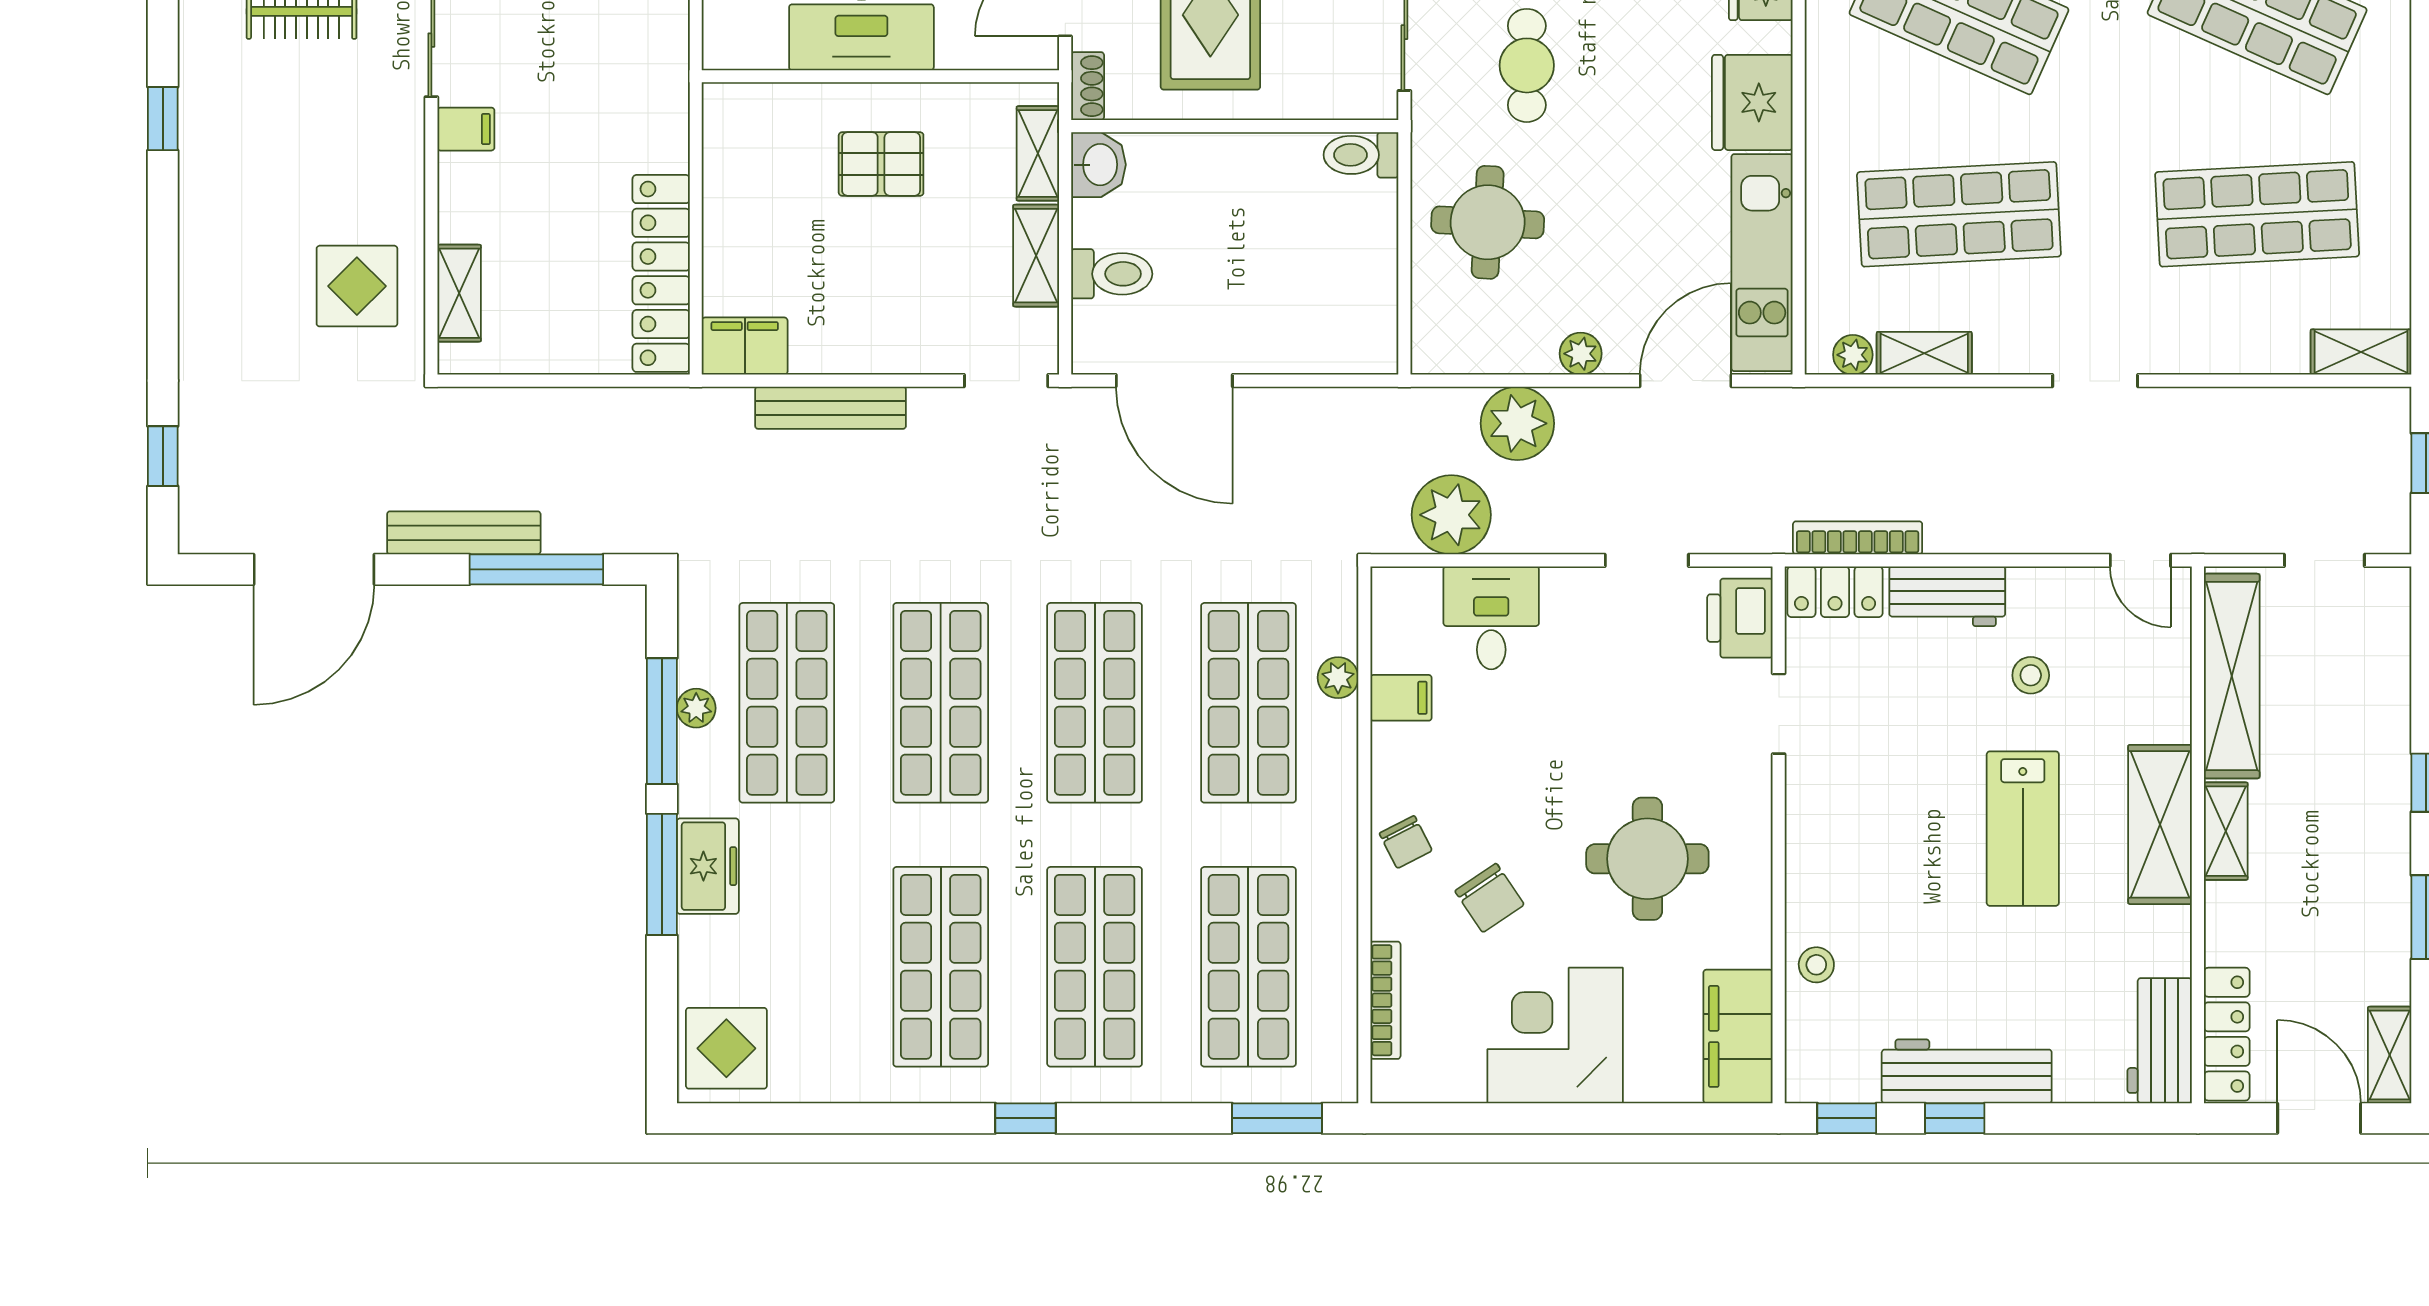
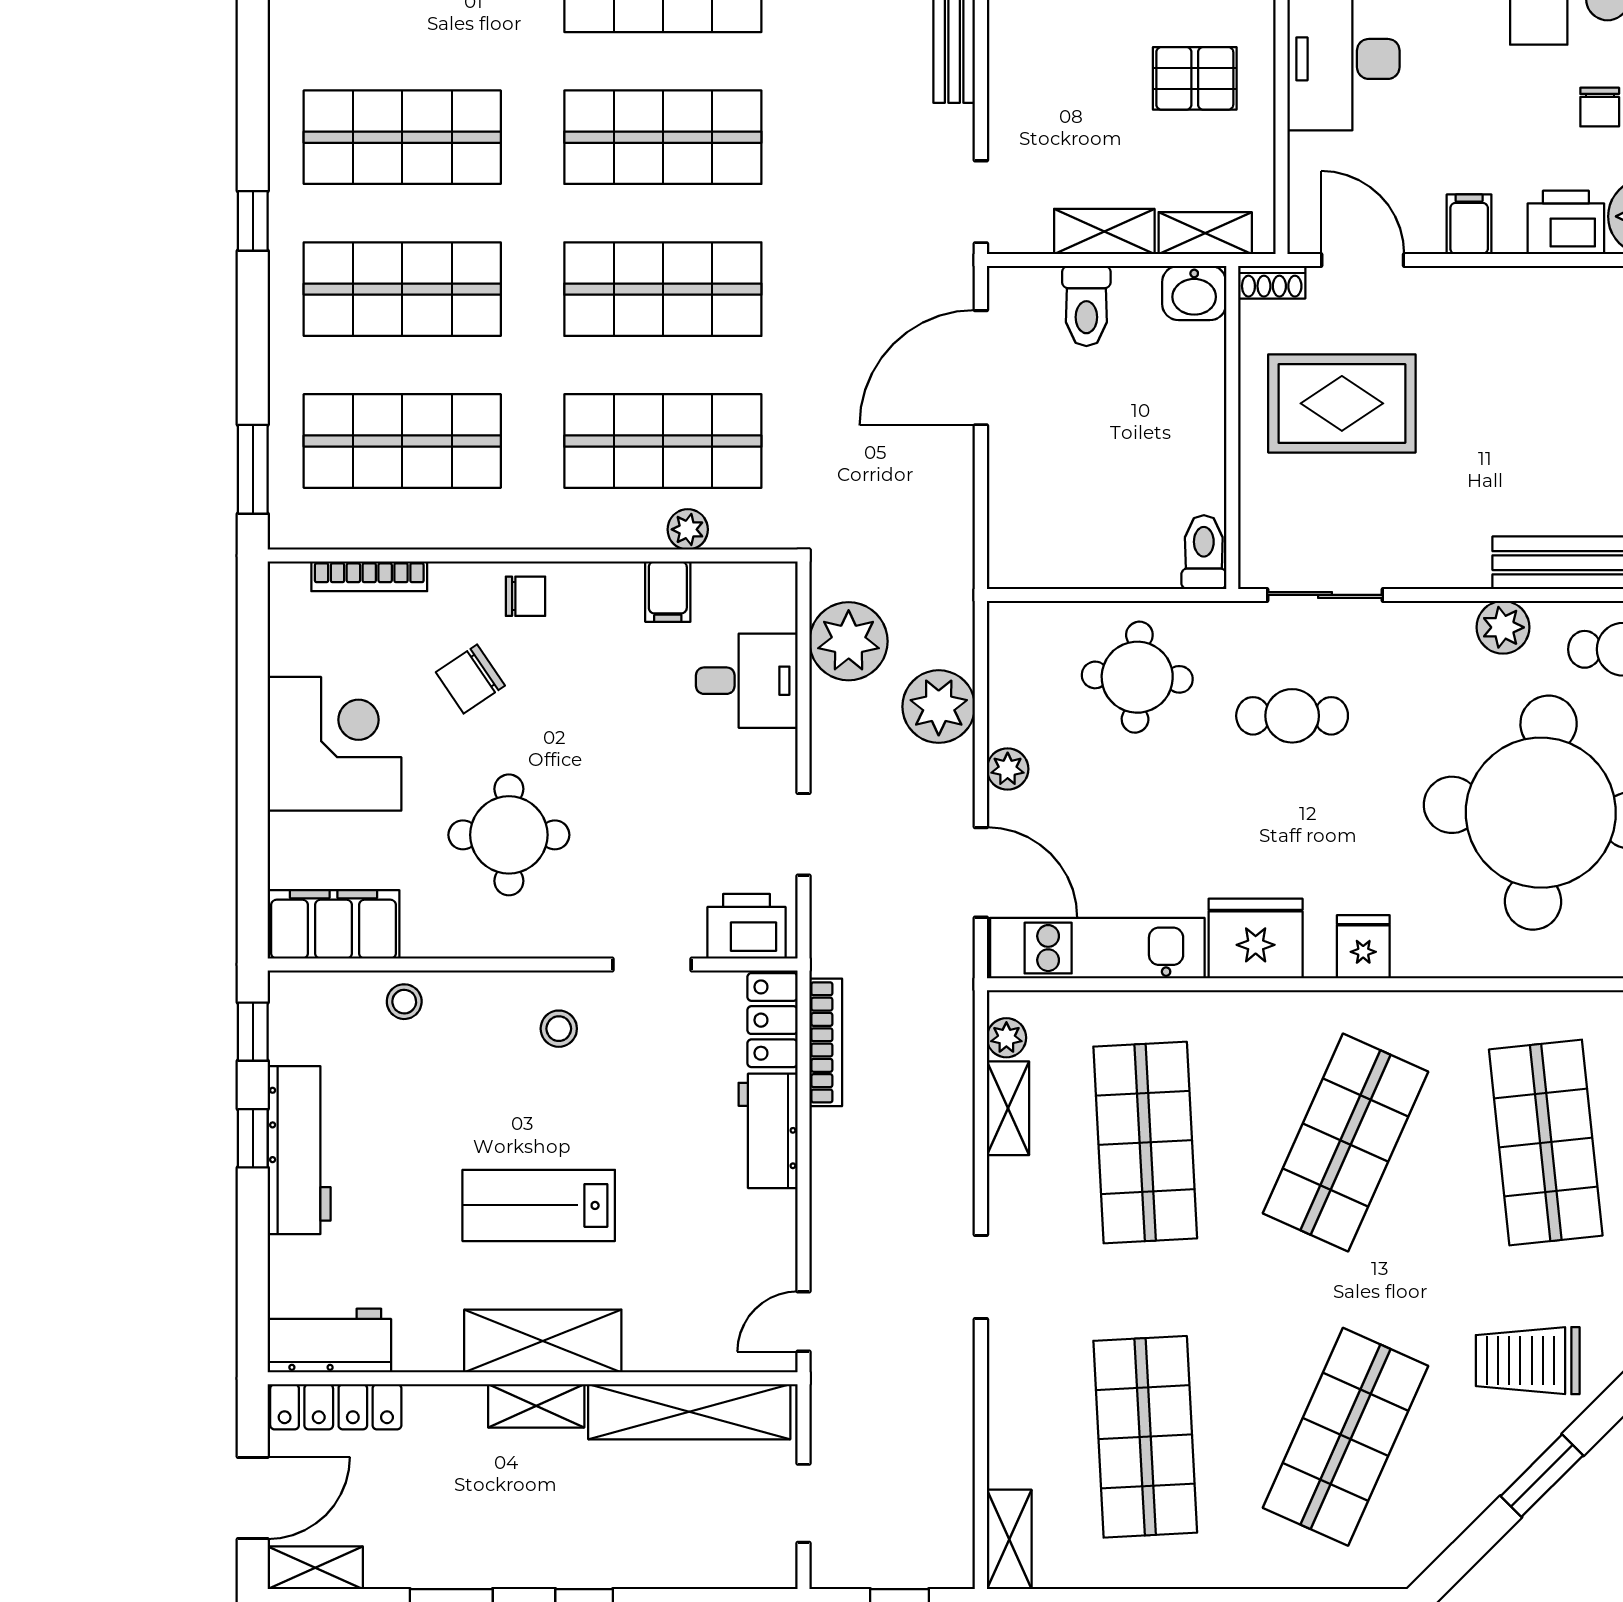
pallet: (881, 164) -> (1195, 78), turned 90
stool: (2031, 675) -> (559, 1029), moved
chair: (1406, 842) -> (525, 596), turned -153

